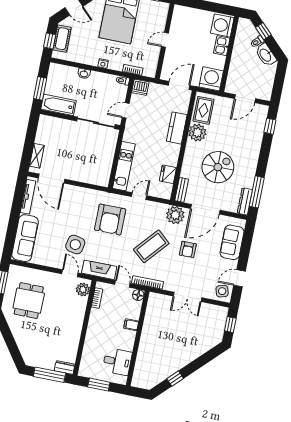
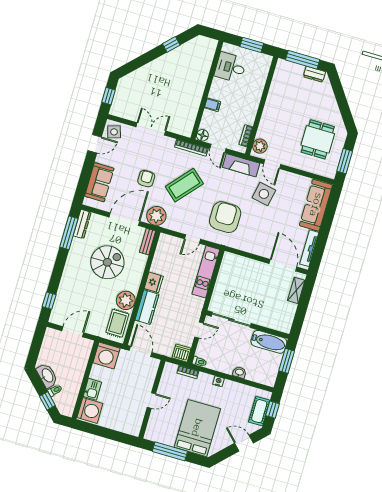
door: (179, 85) -> (141, 351), swing flipped
spiral stairs: (218, 167) -> (107, 262), turned 180
fridge: (168, 174) -> (154, 282), moved
dresser: (65, 367) -> (314, 74), moved

